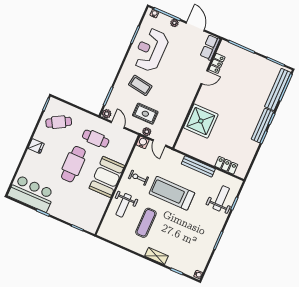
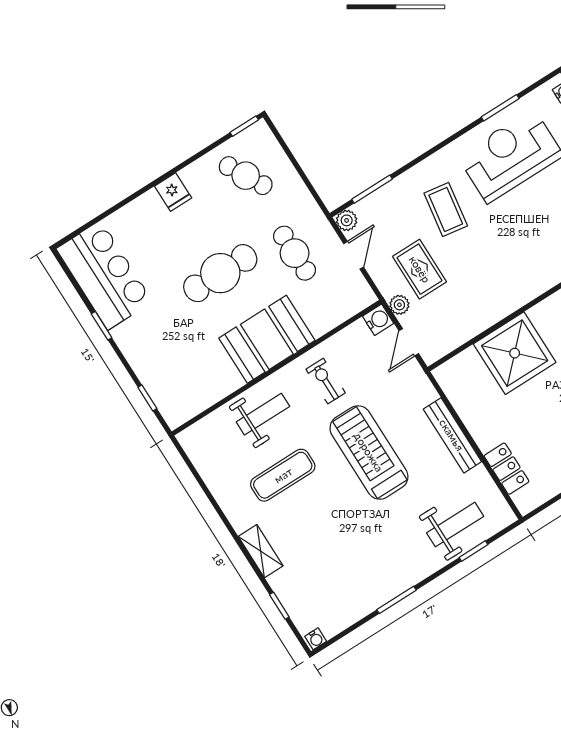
weight bench: (124, 205) -> (263, 414), turned 180

